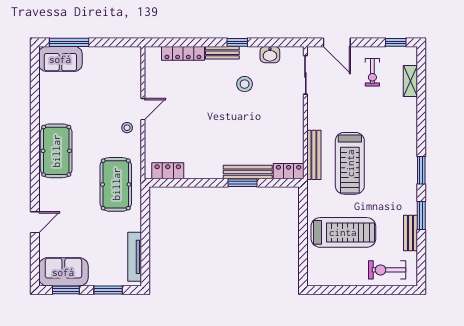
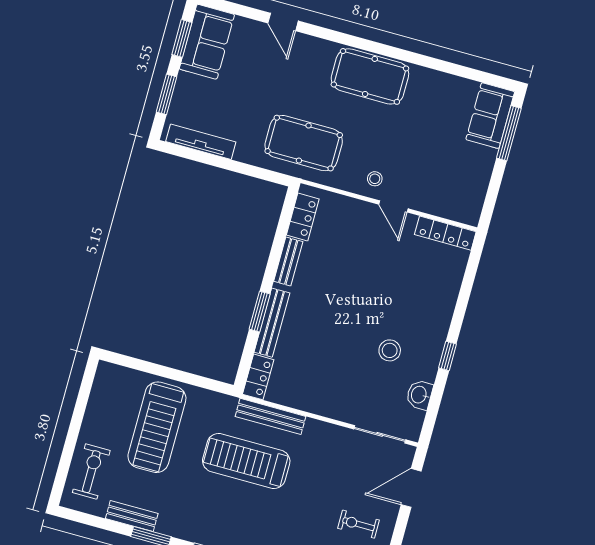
locker: (183, 53) -> (445, 233), moved, turned -90
bench: (222, 53) -> (288, 261), moved

